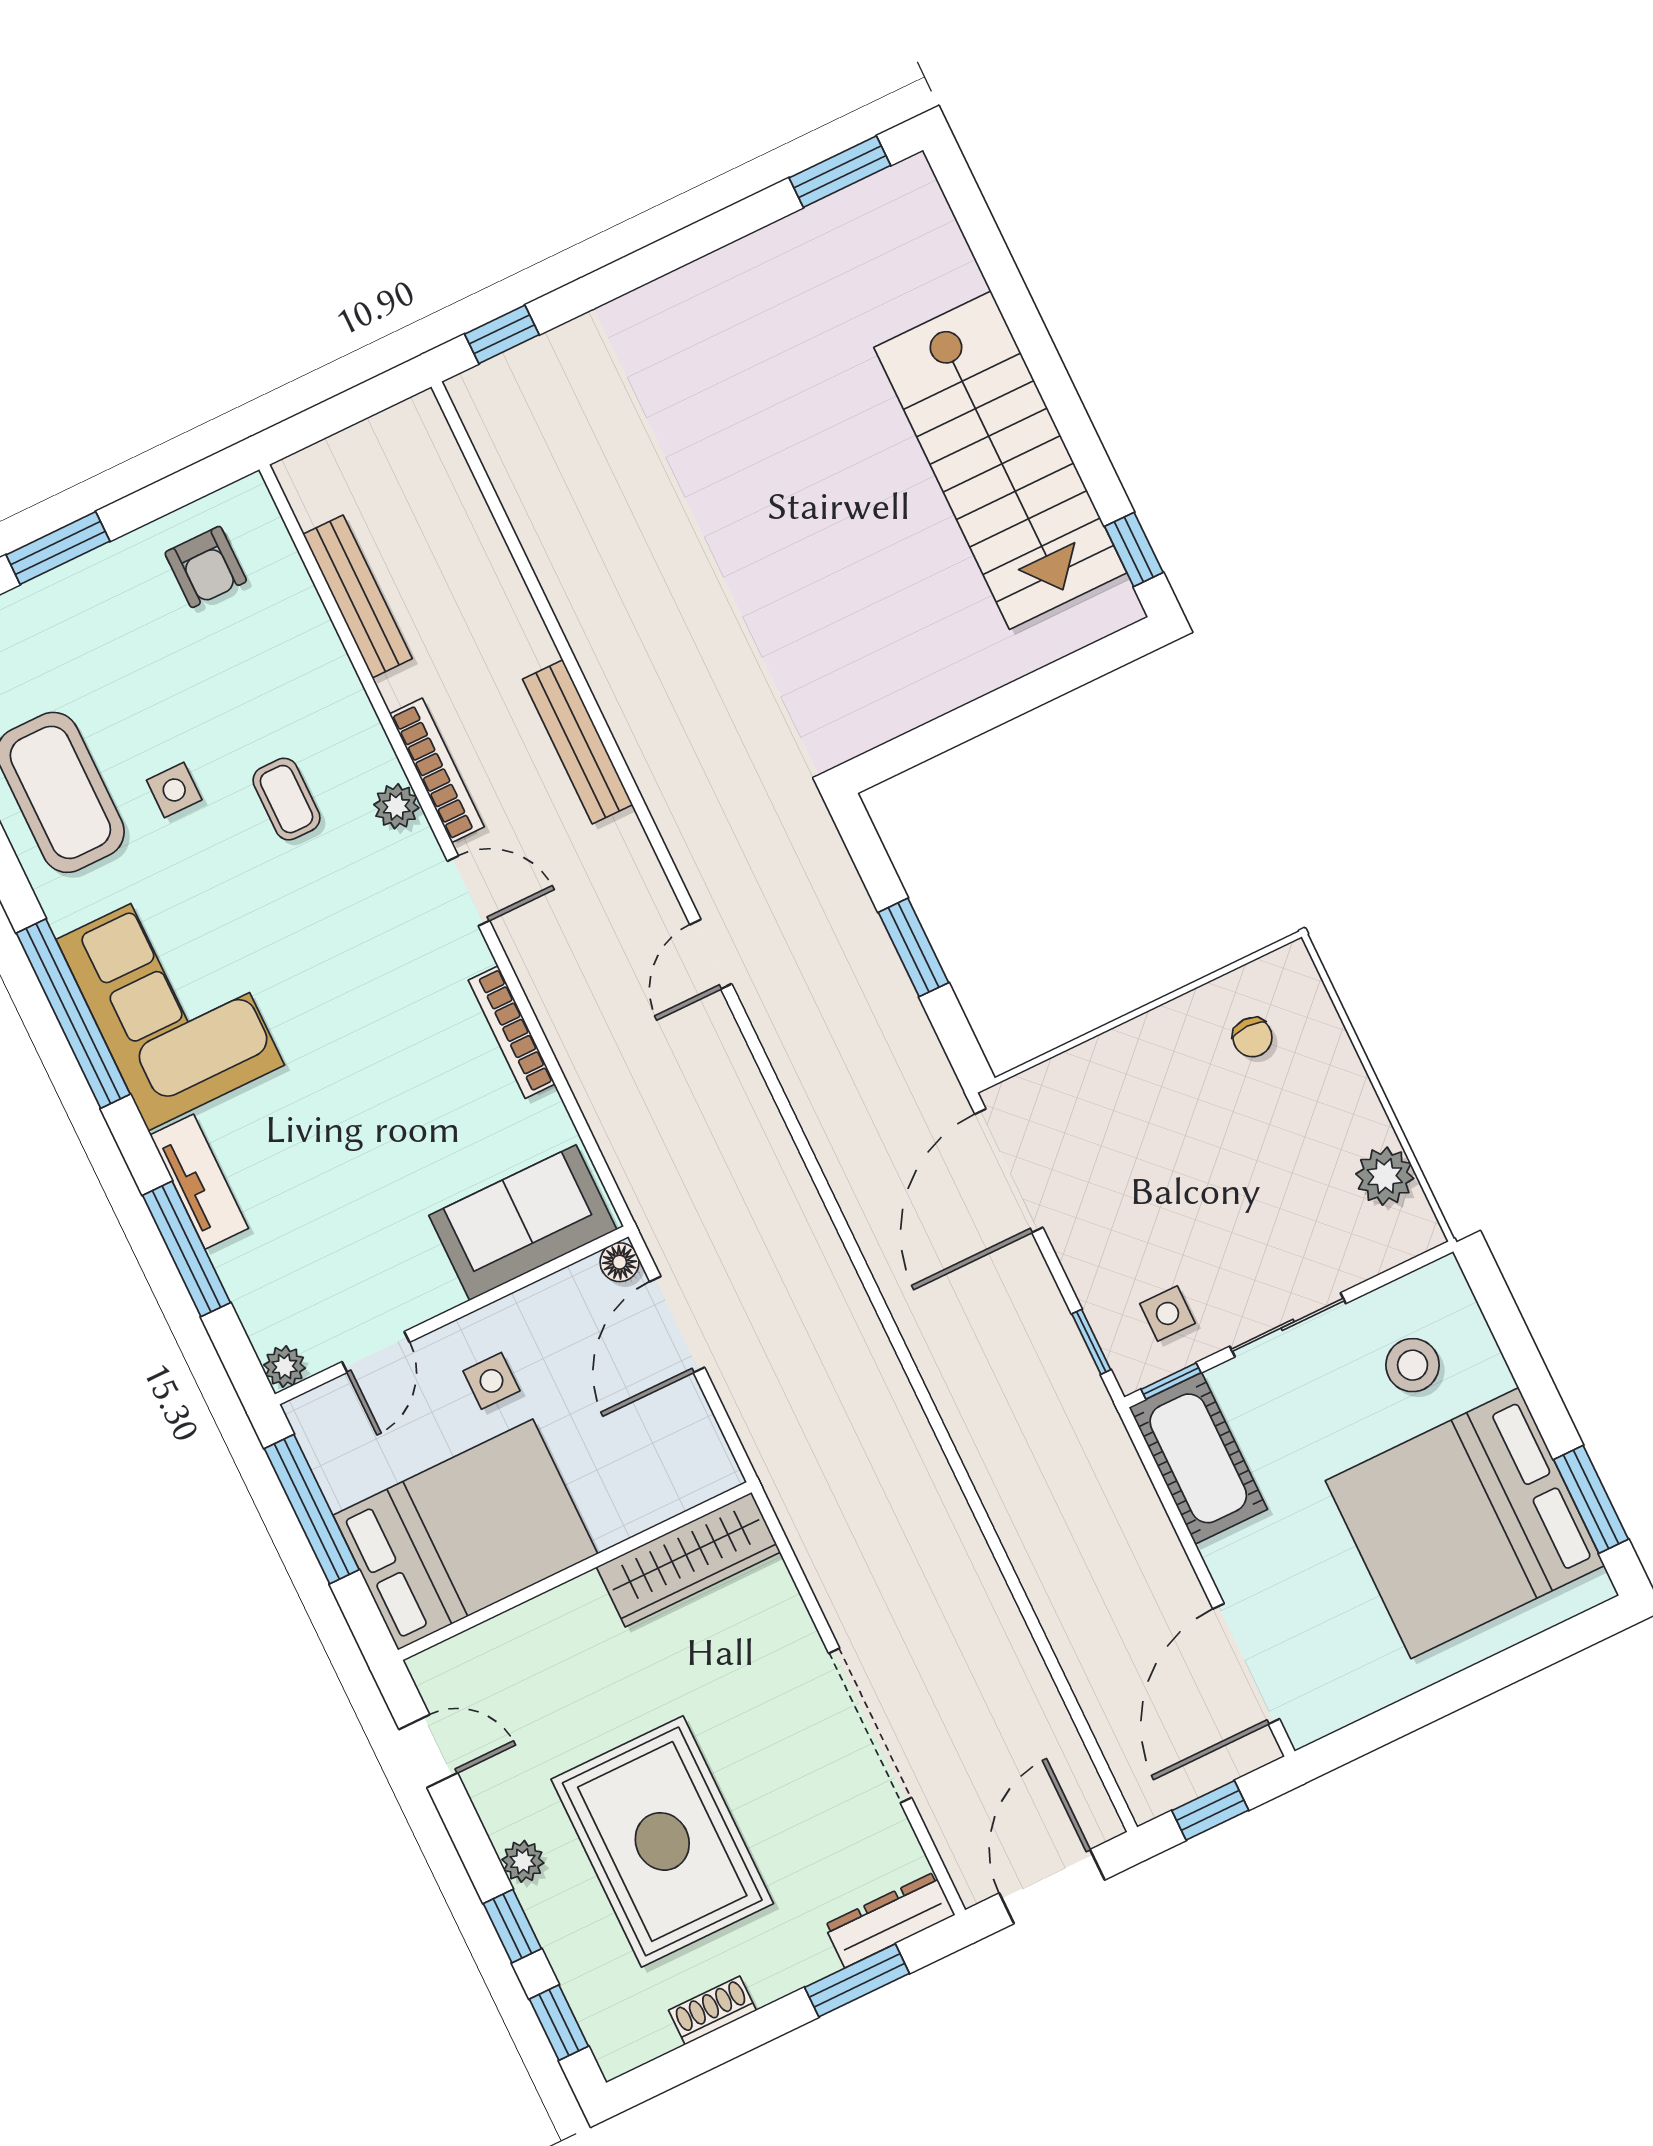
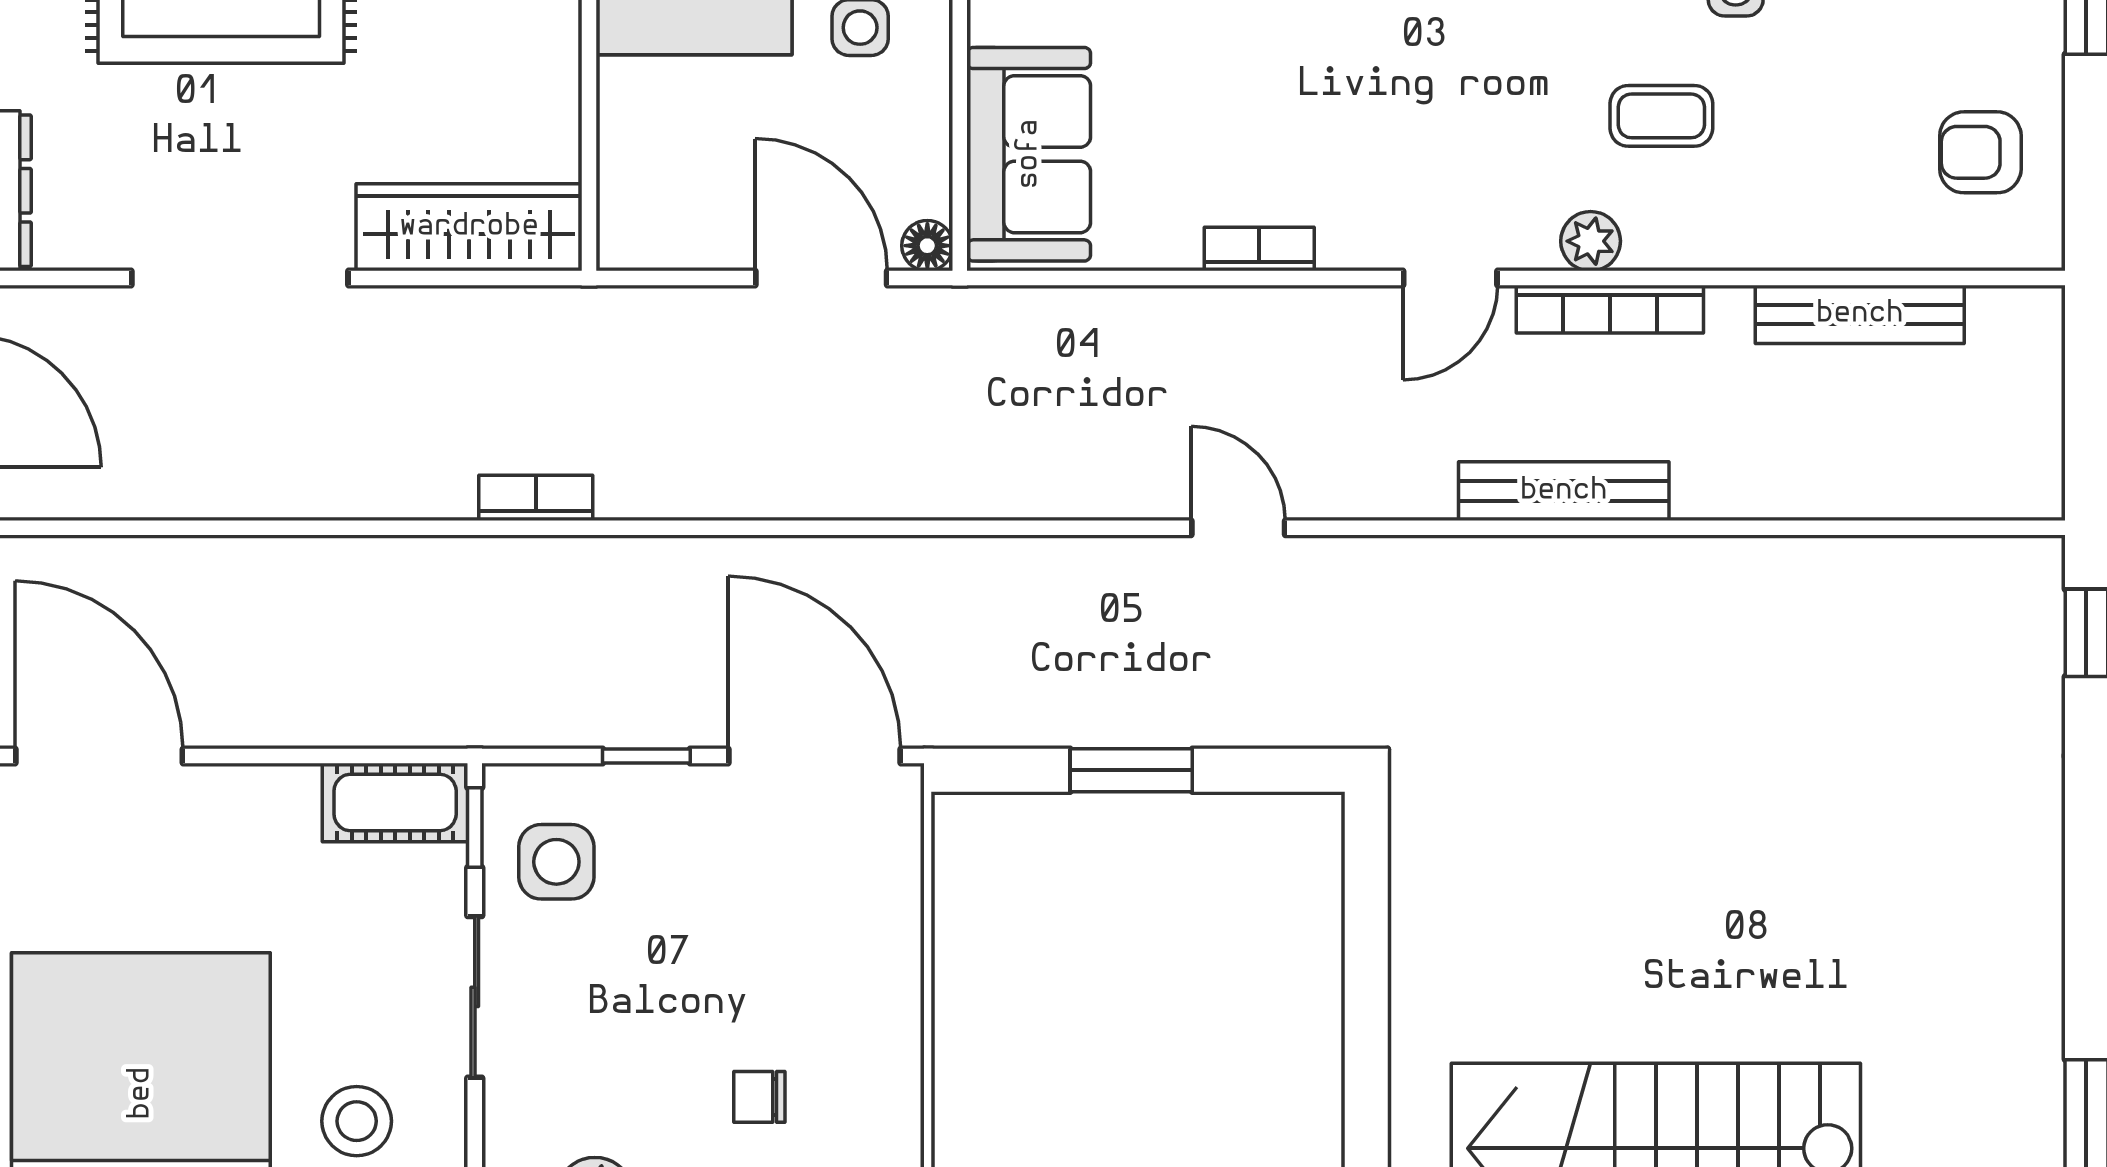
bookcase: (512, 1032) -> (1259, 249), width x0.64
chair: (1252, 1037) -> (759, 1097), moved
side table: (1167, 1313) -> (556, 862), width x1.37, depth x1.37
window: (1091, 1342) -> (646, 756), moved
bookcase: (923, 1448) -> (536, 498), added
cot: (1198, 1458) -> (395, 803), width x0.73, depth x0.75
wardrobe: (688, 1560) -> (469, 227), moved, turned 90

